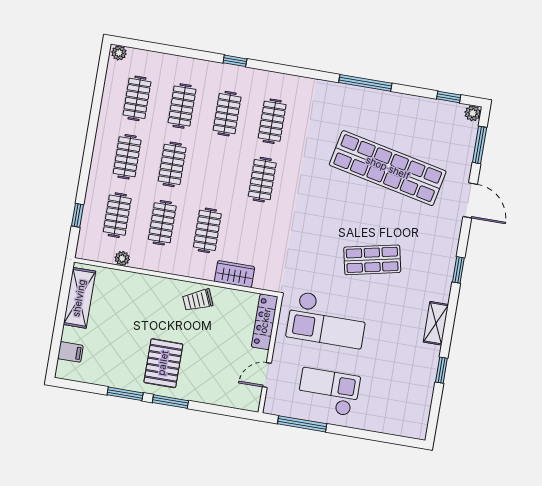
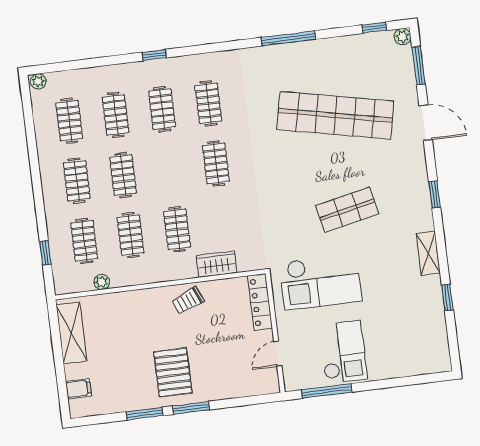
checkout: (328, 392) -> (343, 352), turned 90

